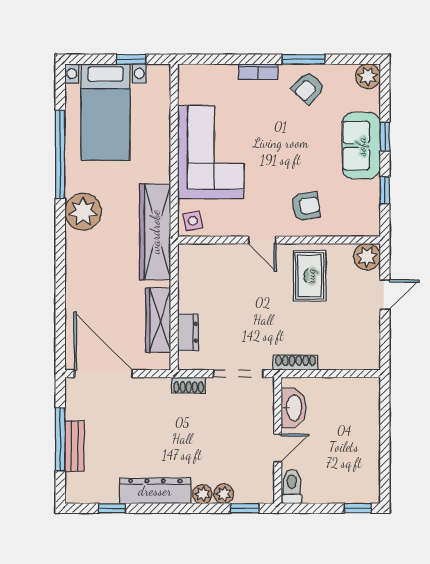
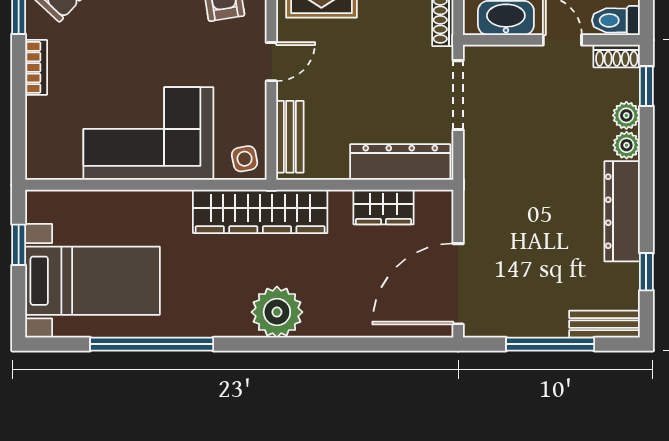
plant: (83, 212) -> (277, 312), moved
bench: (209, 253) -> (290, 137), added
wardrobe: (158, 320) -> (383, 207), width x0.67
dresser: (188, 332) -> (400, 162), width x1.96, depth x1.24
shoe rack: (189, 385) -> (617, 56), moved, turned 90
bench: (74, 446) -> (605, 324), moved

